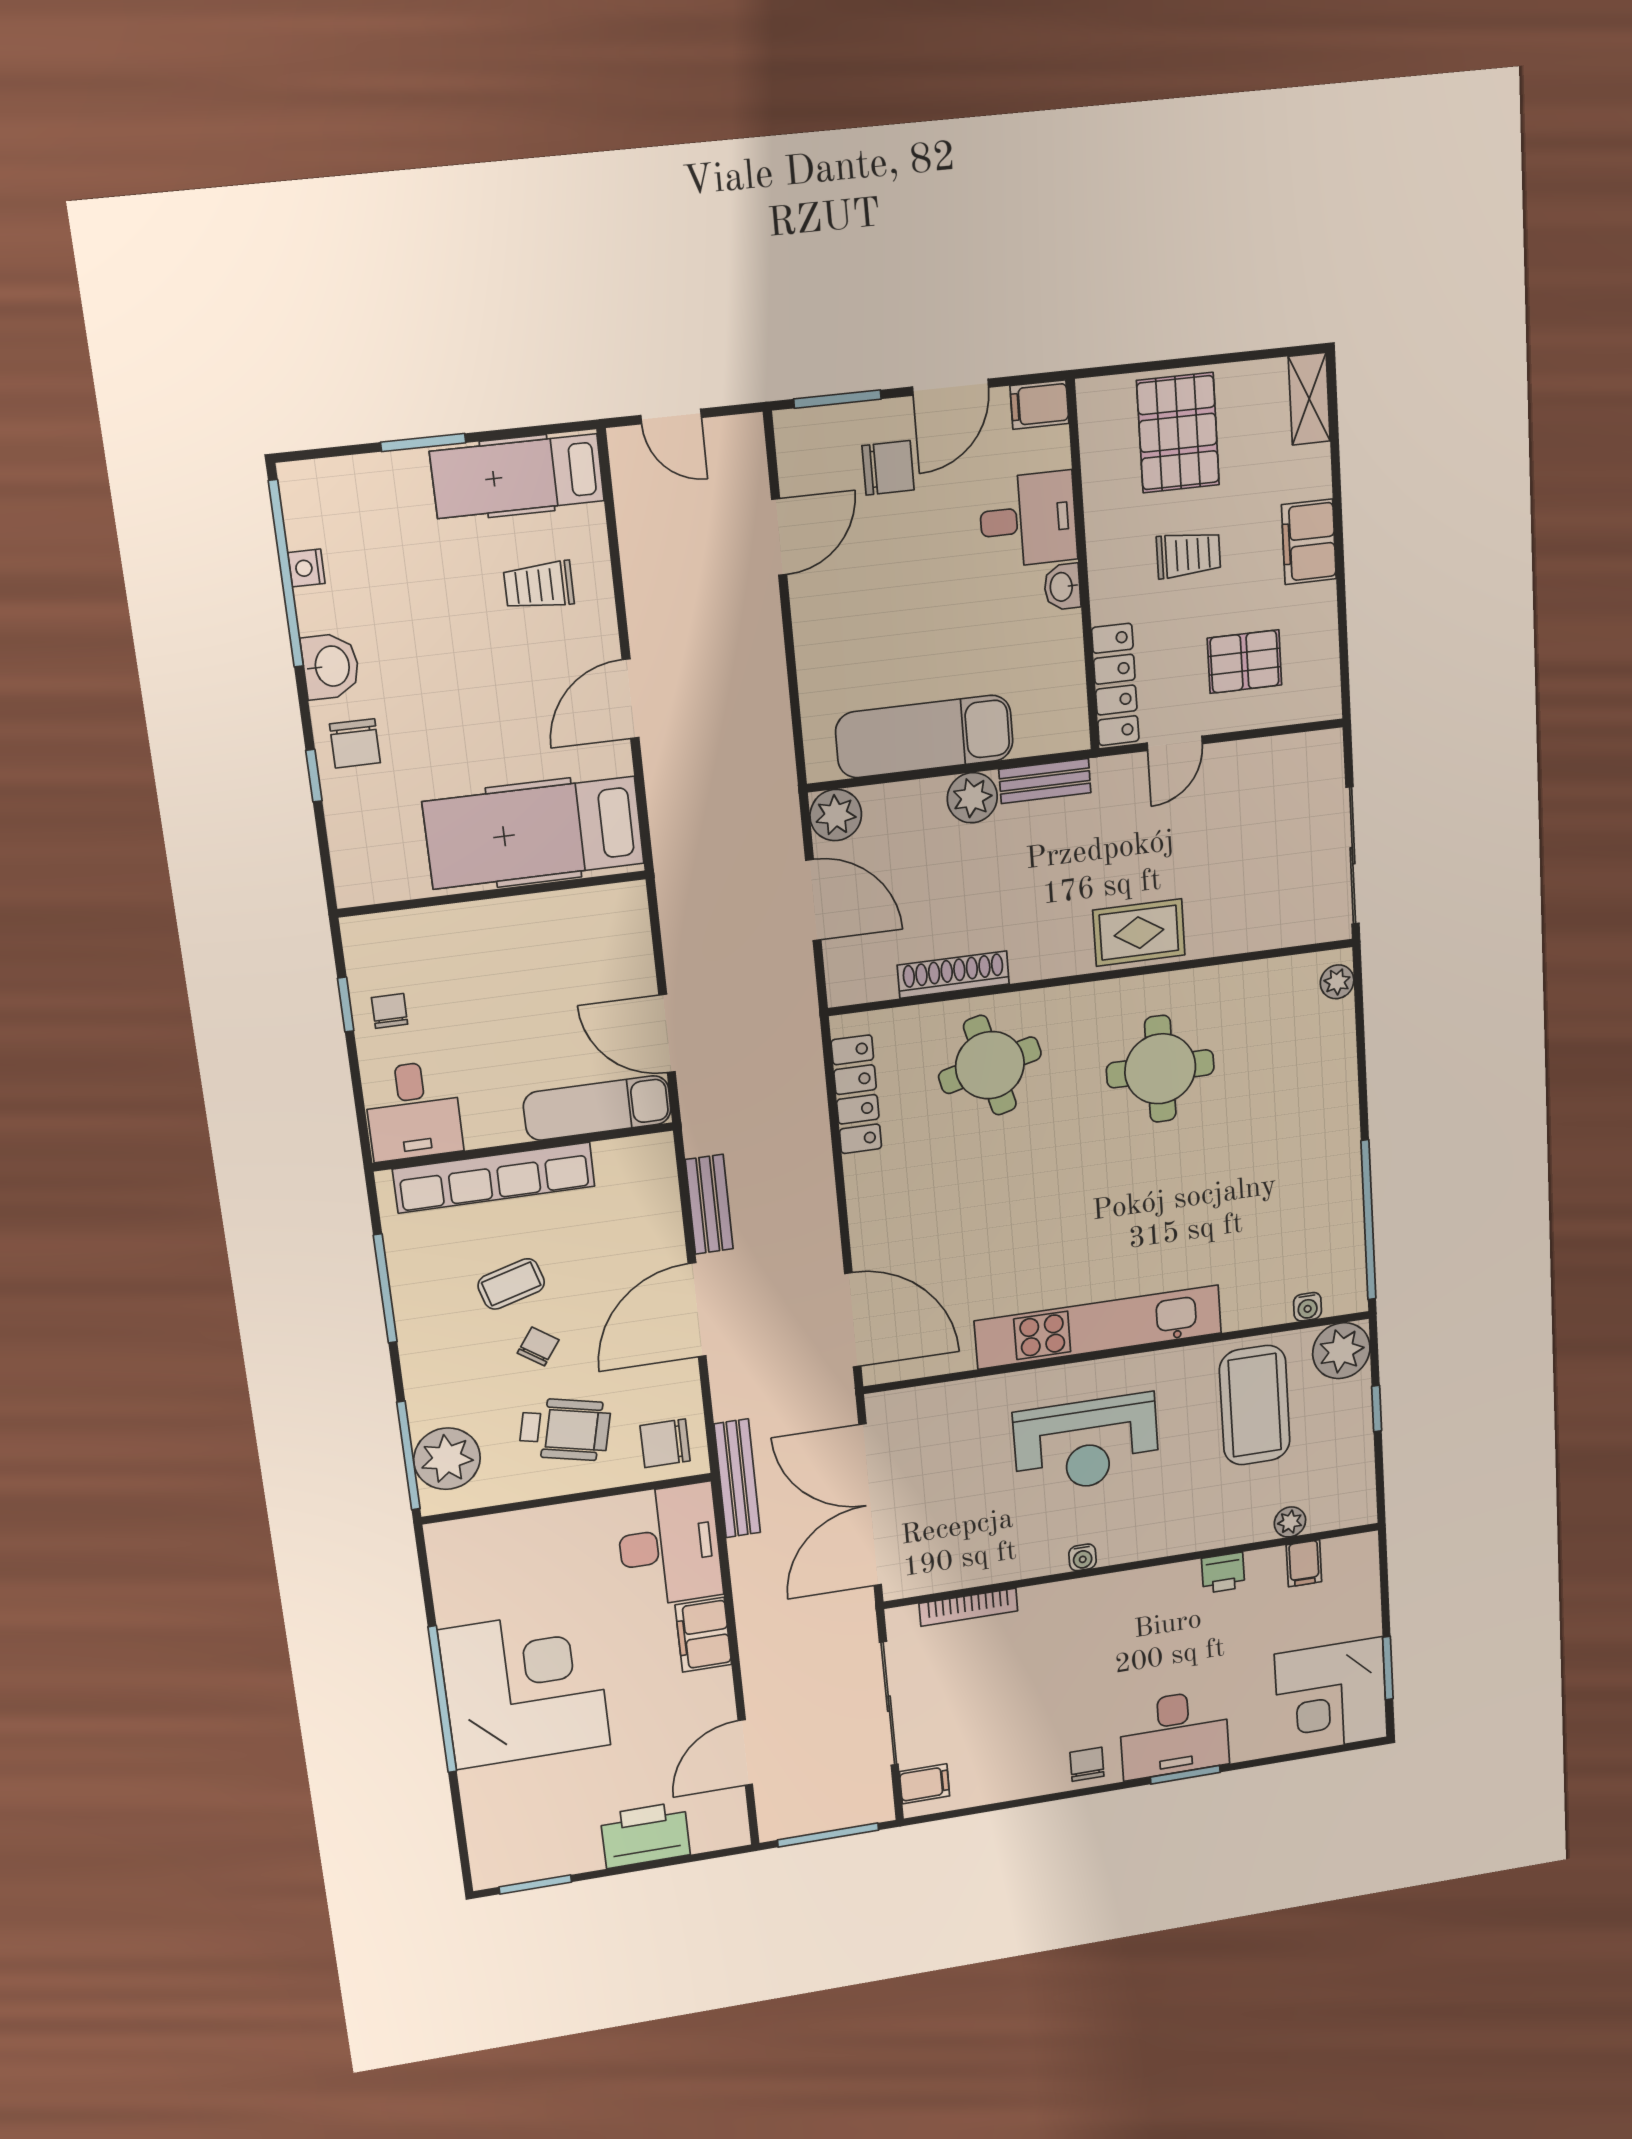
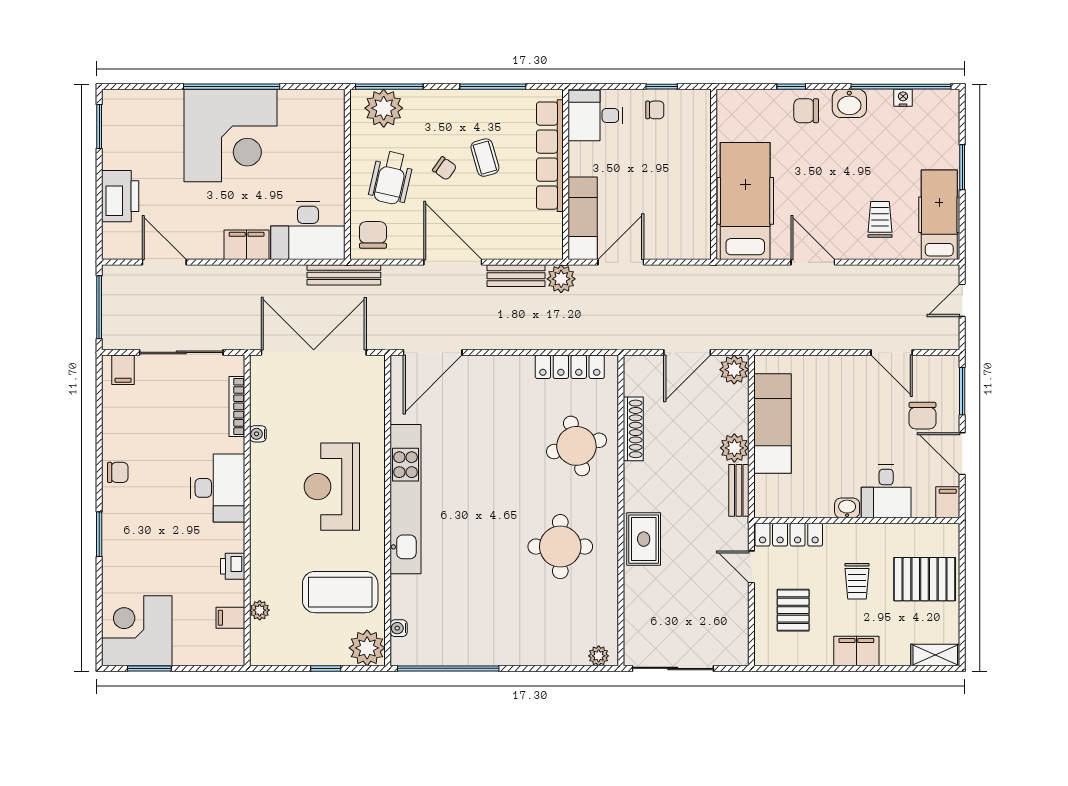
plant: (707, 1129) -> (561, 279), added
water cooler: (1083, 1557) -> (258, 434), moved
desk: (1174, 1734) -> (218, 488), moved, turned 180

